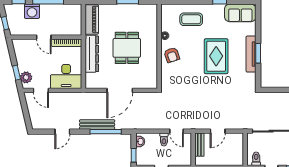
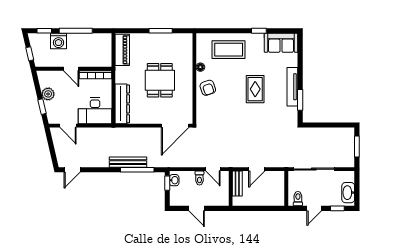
coffee table: (191, 19) -> (229, 50), width x1.36, depth x1.32
window: (258, 53) -> (300, 100), moved
dresser: (92, 54) -> (122, 104), moved
rug: (216, 56) -> (255, 89), width x0.73, depth x0.70
plant: (26, 77) -> (48, 94), moved
door: (120, 90) -> (175, 126), moved
door: (62, 132) -> (72, 170), moved
window: (134, 155) -> (167, 183), moved

